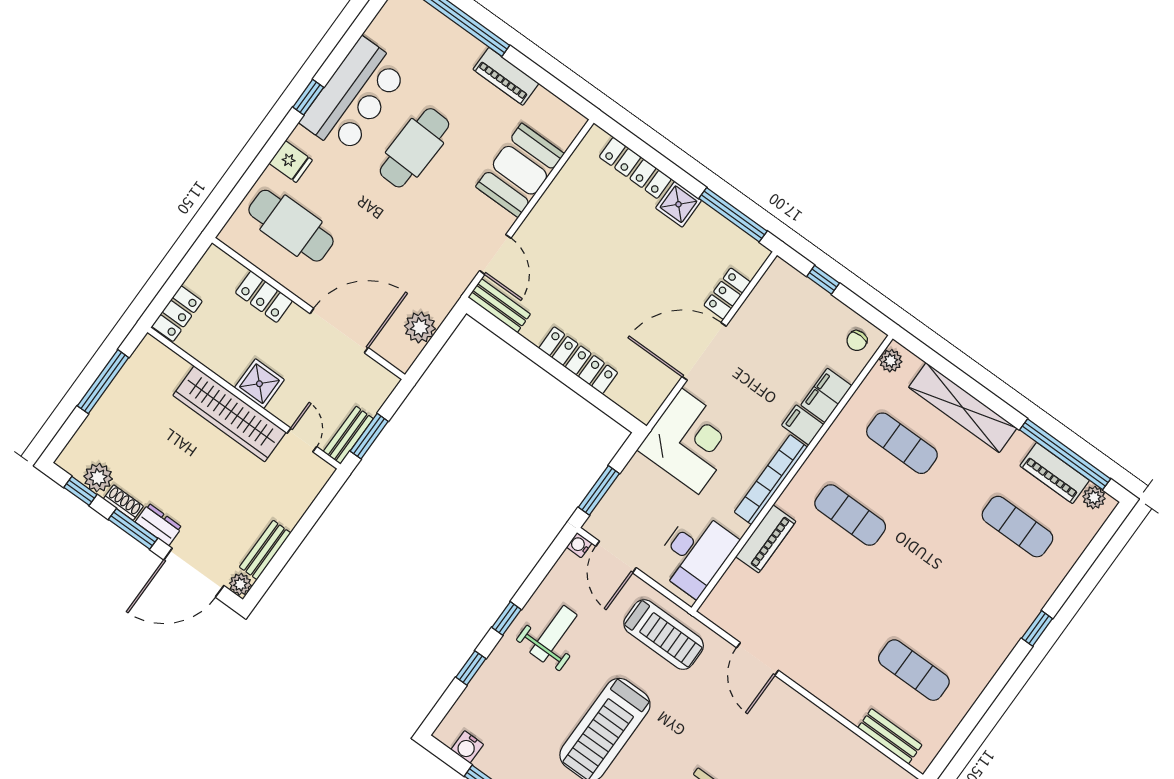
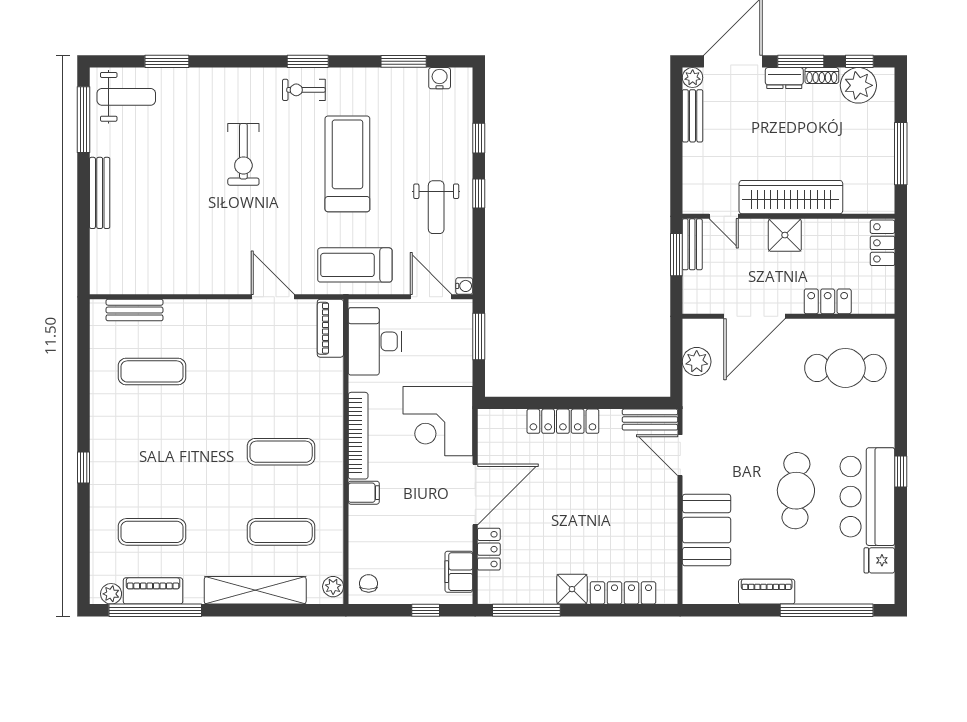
fridge: (291, 162) -> (879, 560), moved
filing cabinet: (826, 395) -> (459, 572), moved, turned 180
plant: (98, 478) -> (858, 85), width x1.36, depth x1.36
piano: (766, 539) -> (330, 328), moved

